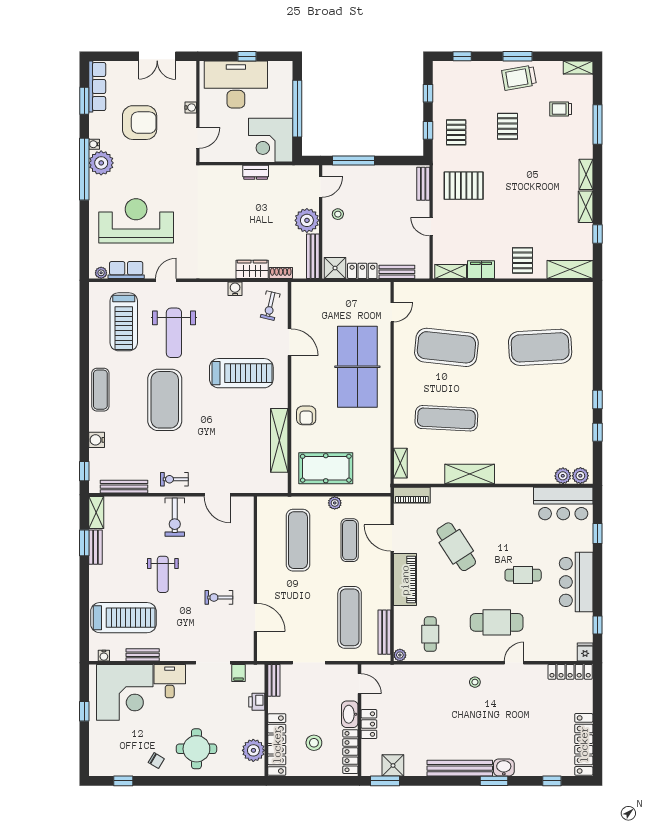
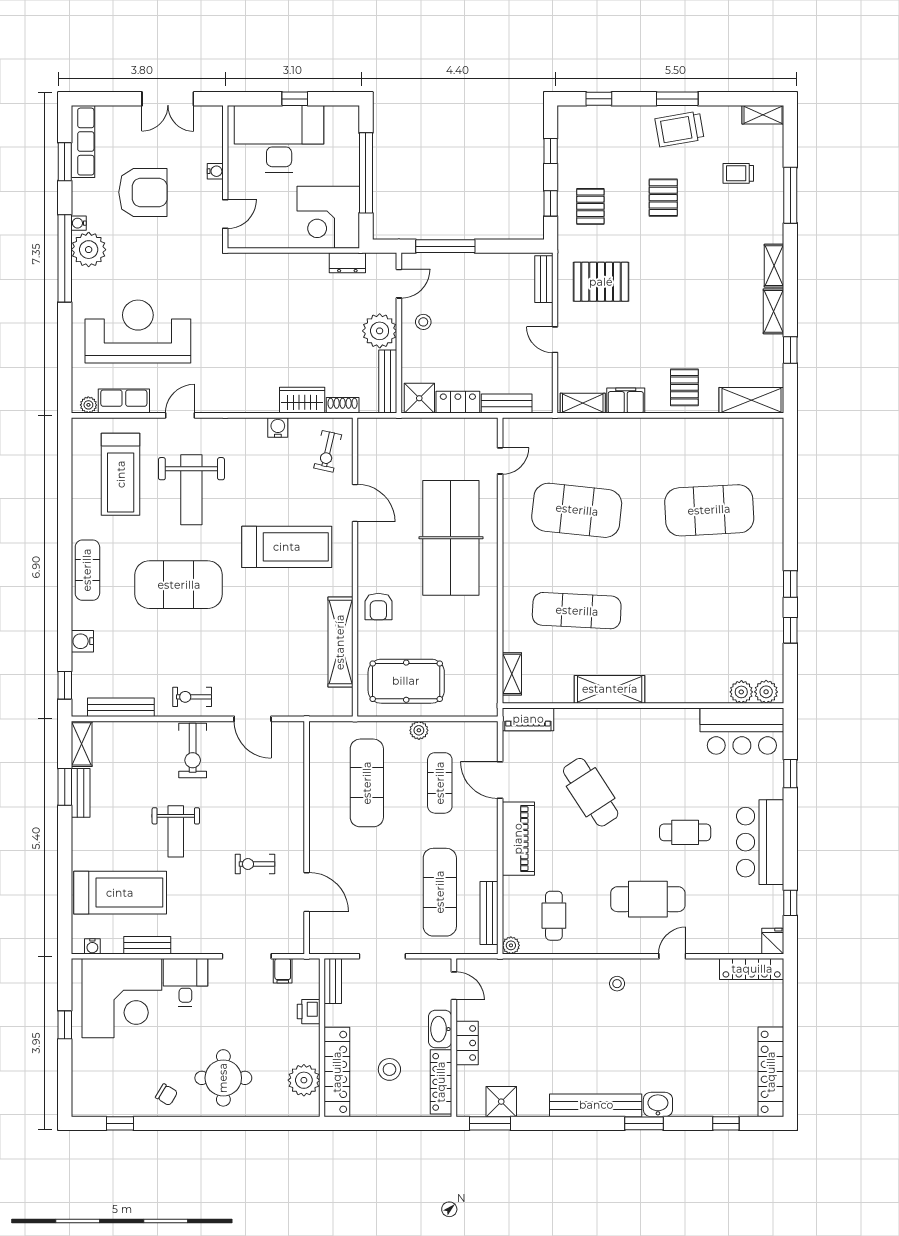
dresser: (256, 172) -> (347, 263), moved
exercise mat: (165, 400) -> (179, 585), turned 90

